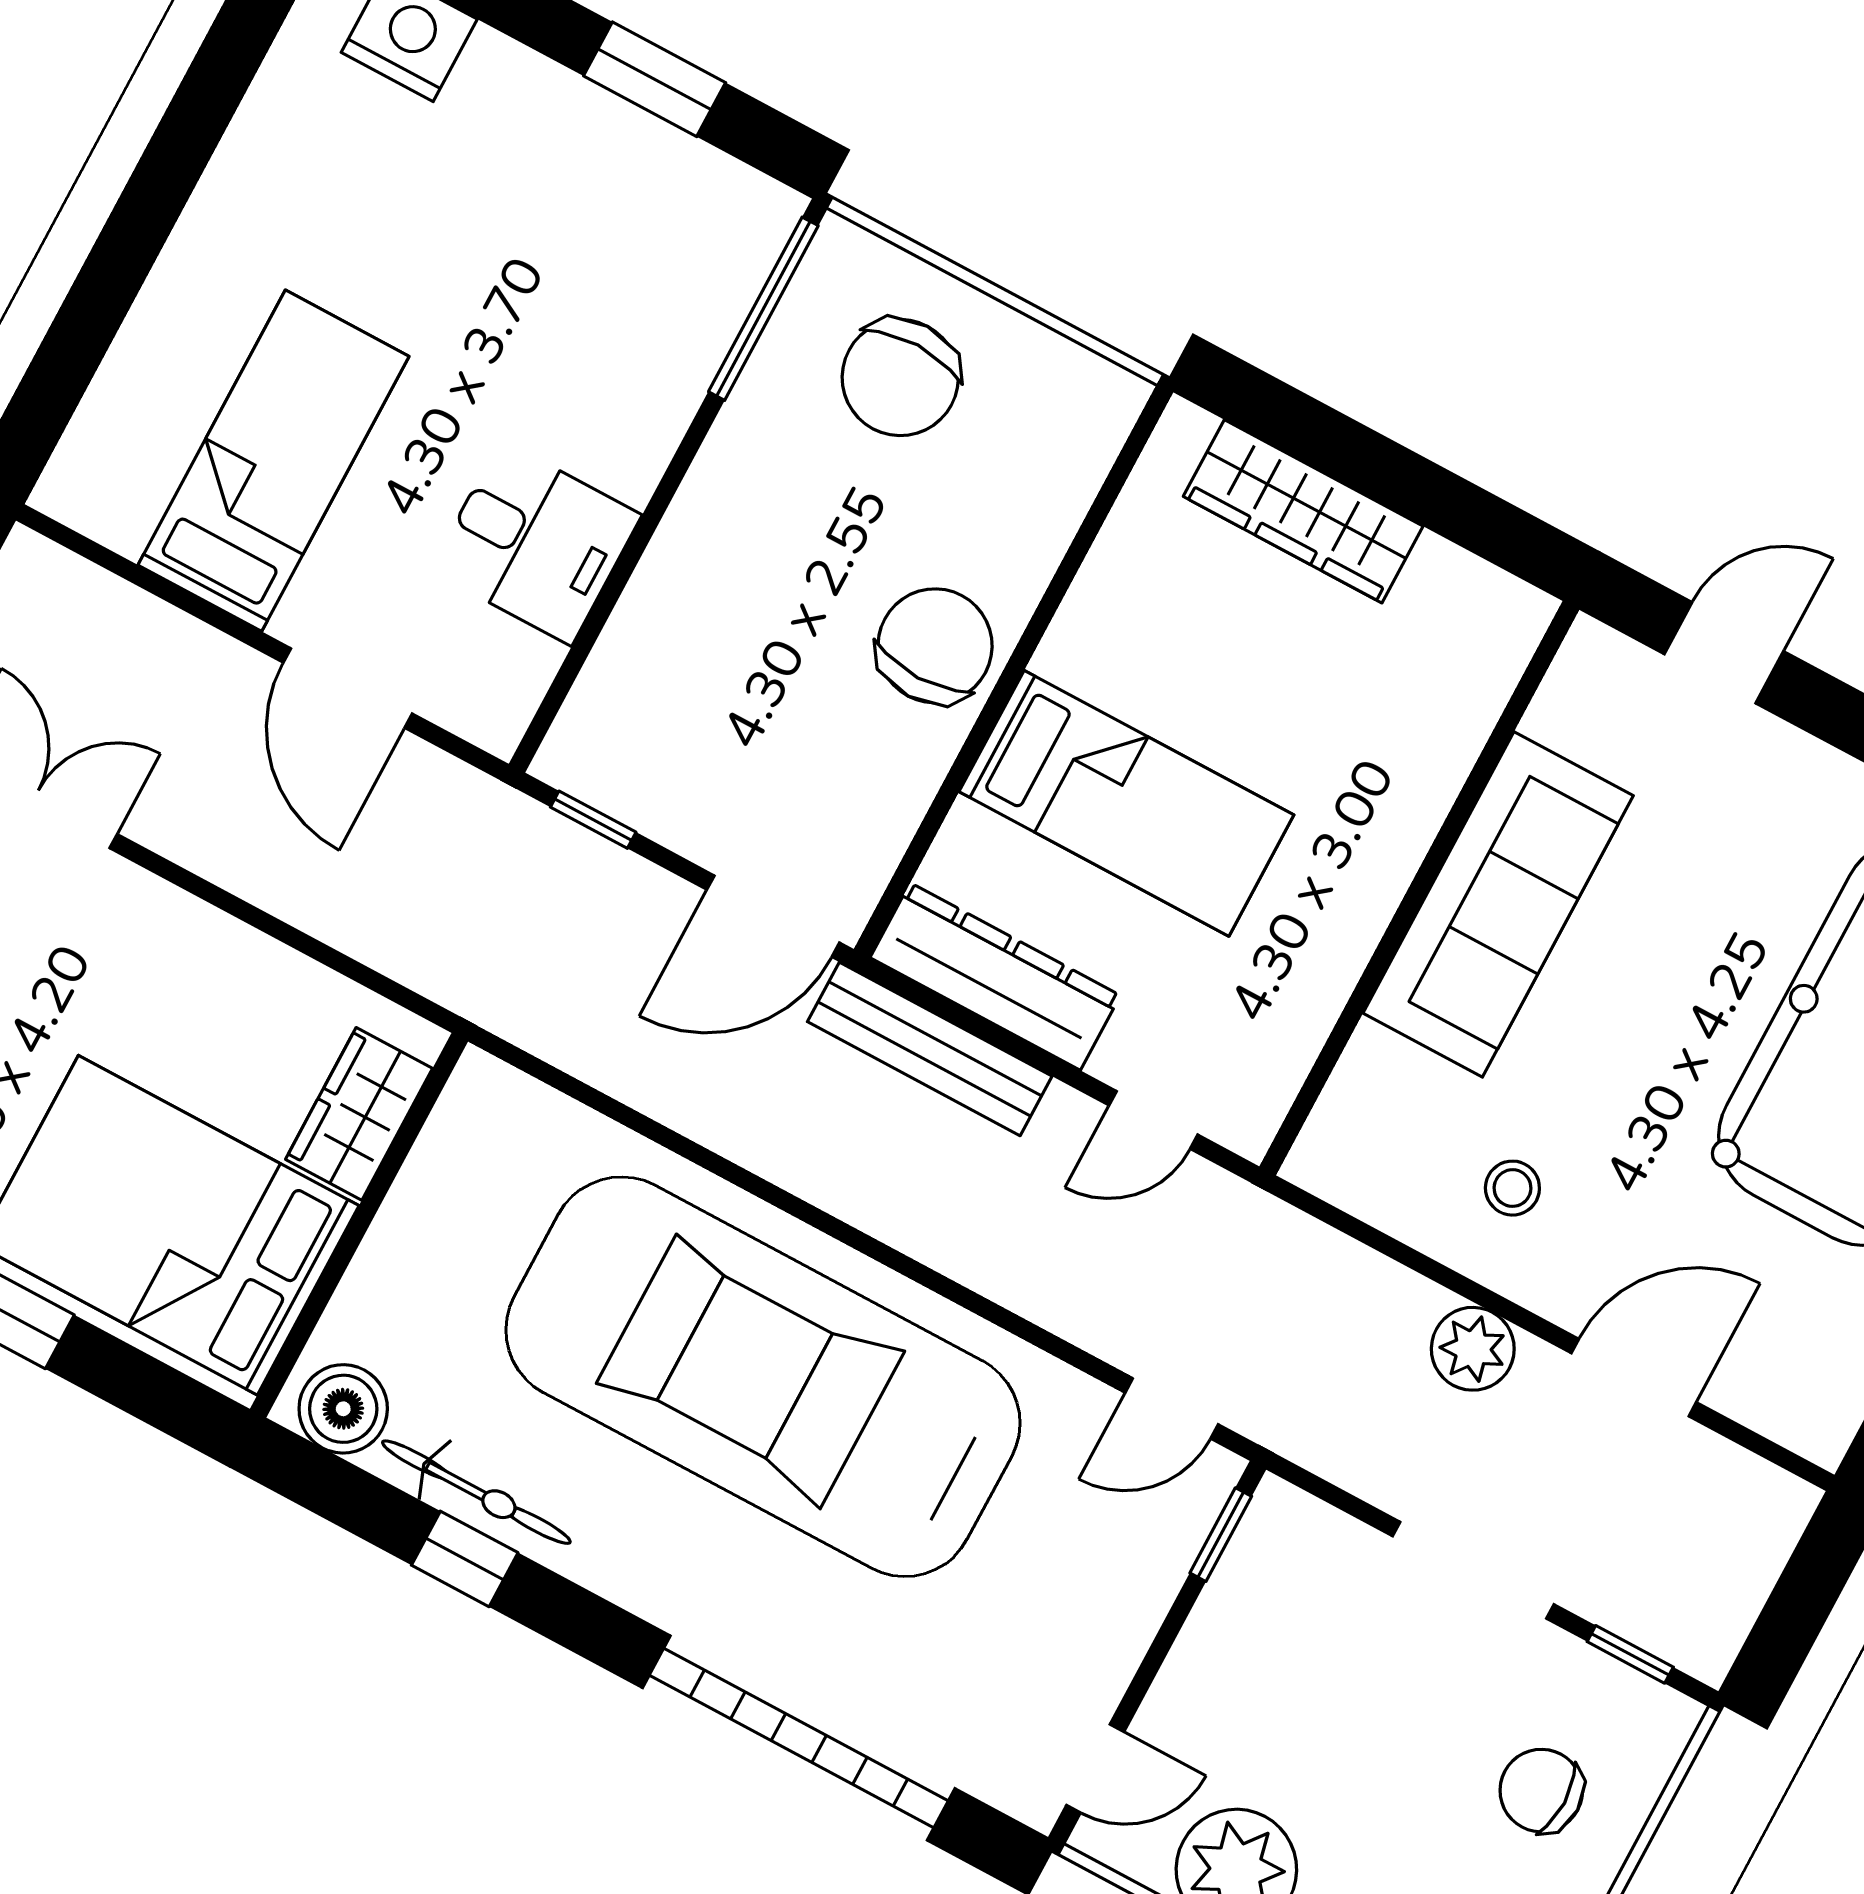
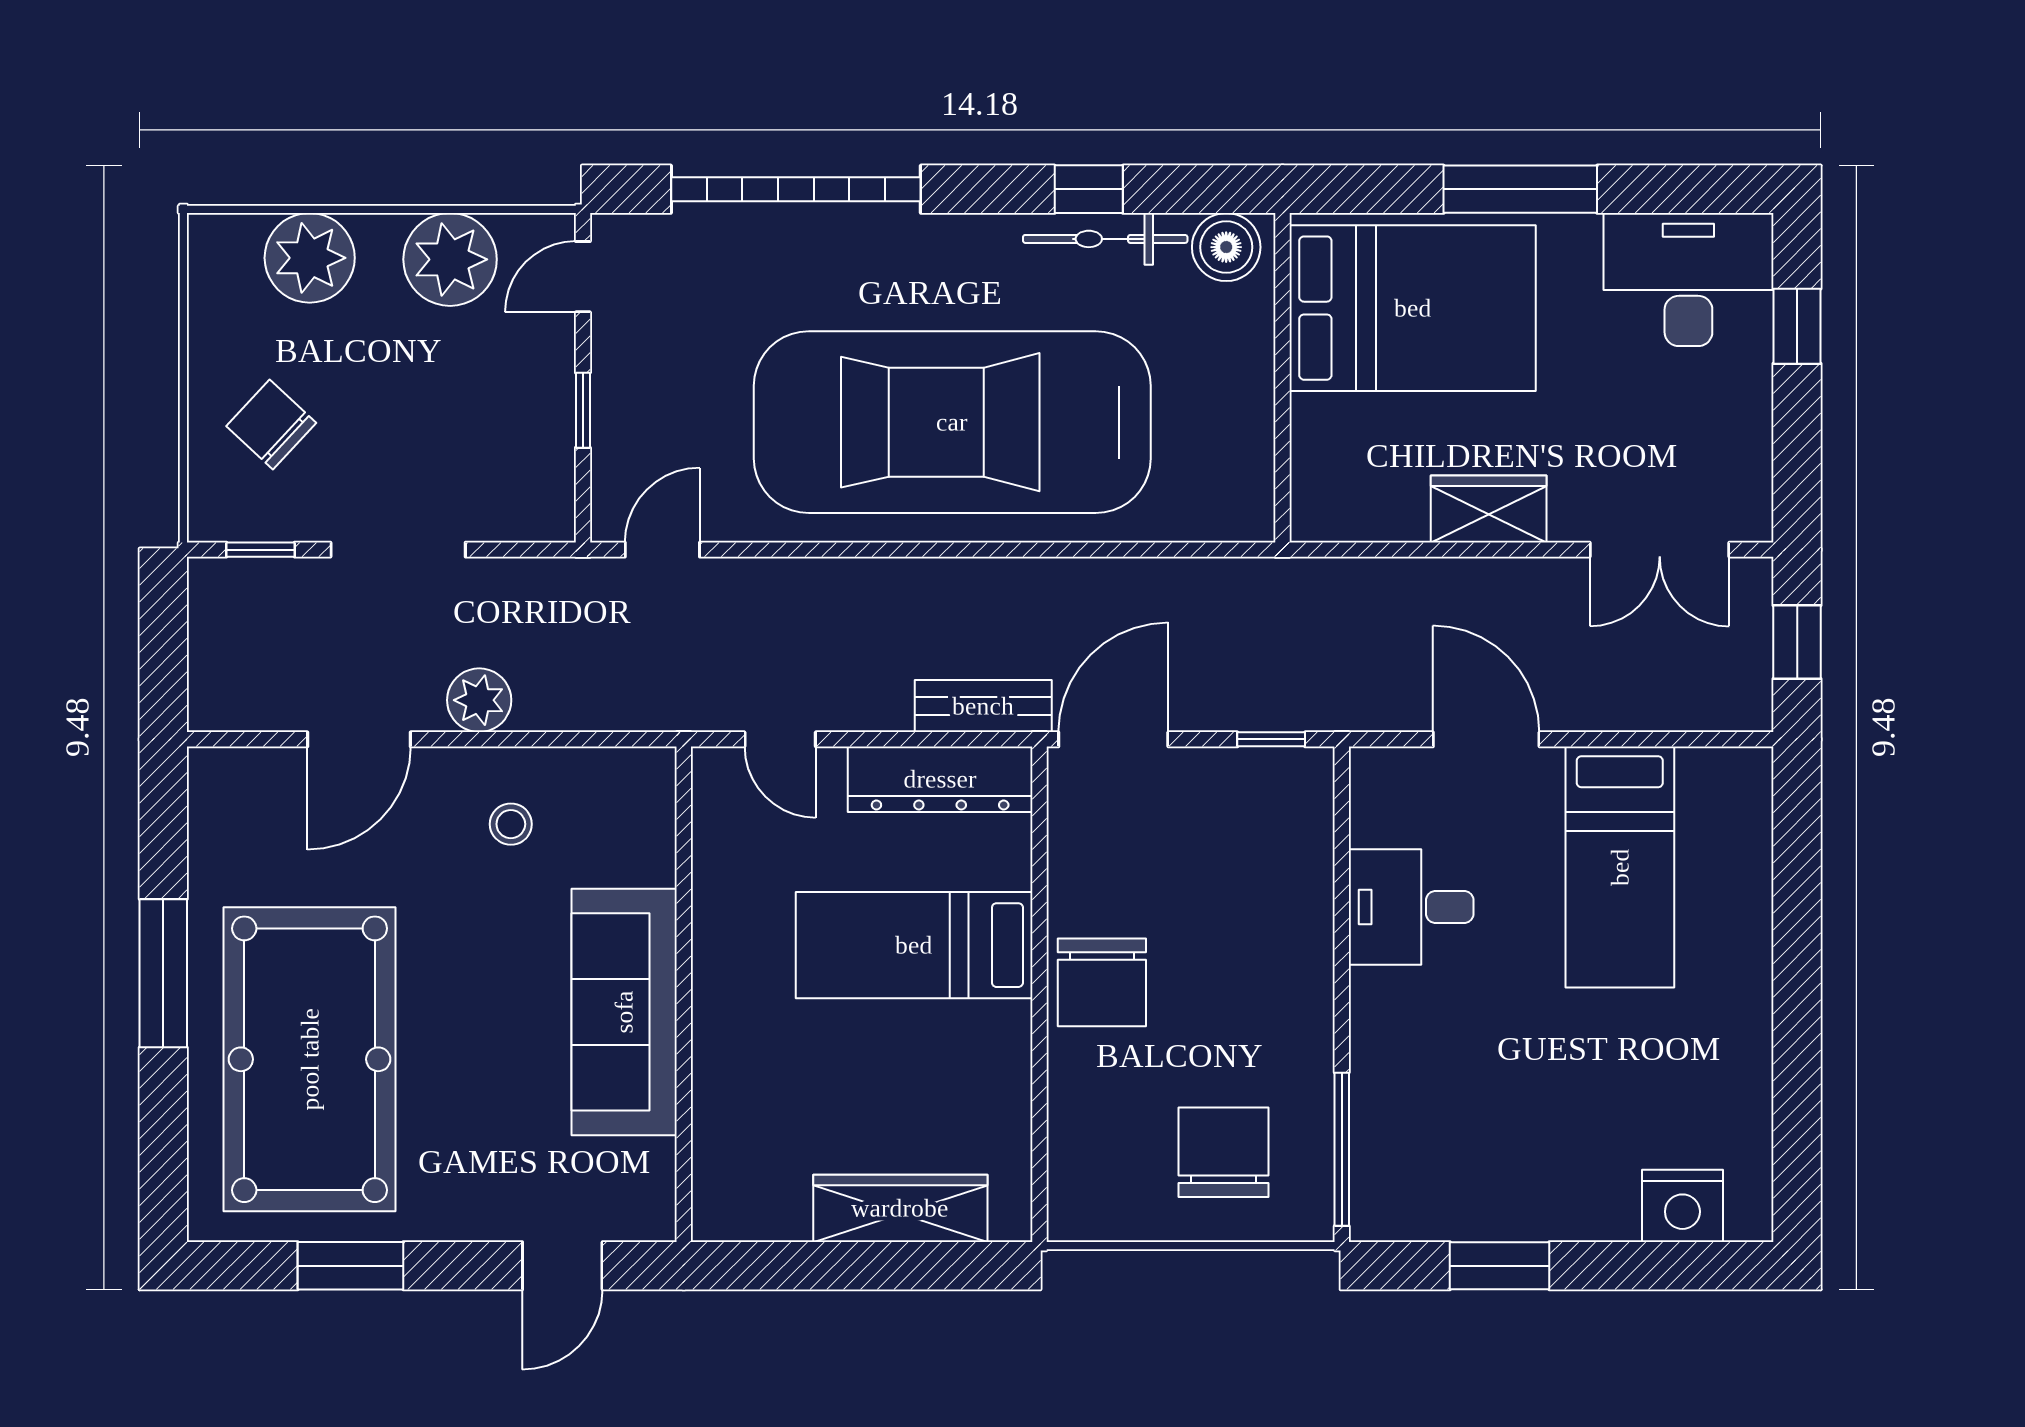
bench: (930, 1049) -> (983, 706), width x0.73
wardrobe: (359, 1114) -> (1489, 509), moved, turned -90
door: (1153, 1120) -> (780, 739), swing flipped
car: (763, 1377) -> (952, 422), turned 180
window: (1221, 1535) -> (583, 410), moved
chair: (1541, 1791) -> (271, 424), turned -137

